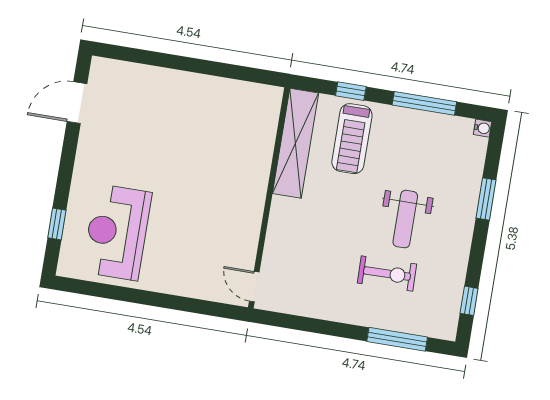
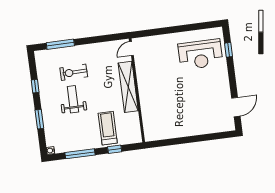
shelving: (296, 143) -> (128, 87), moved
reception desk: (117, 232) -> (200, 54), turned 90
door: (254, 287) -> (131, 49), swing flipped
window: (469, 301) -> (35, 86), moved

